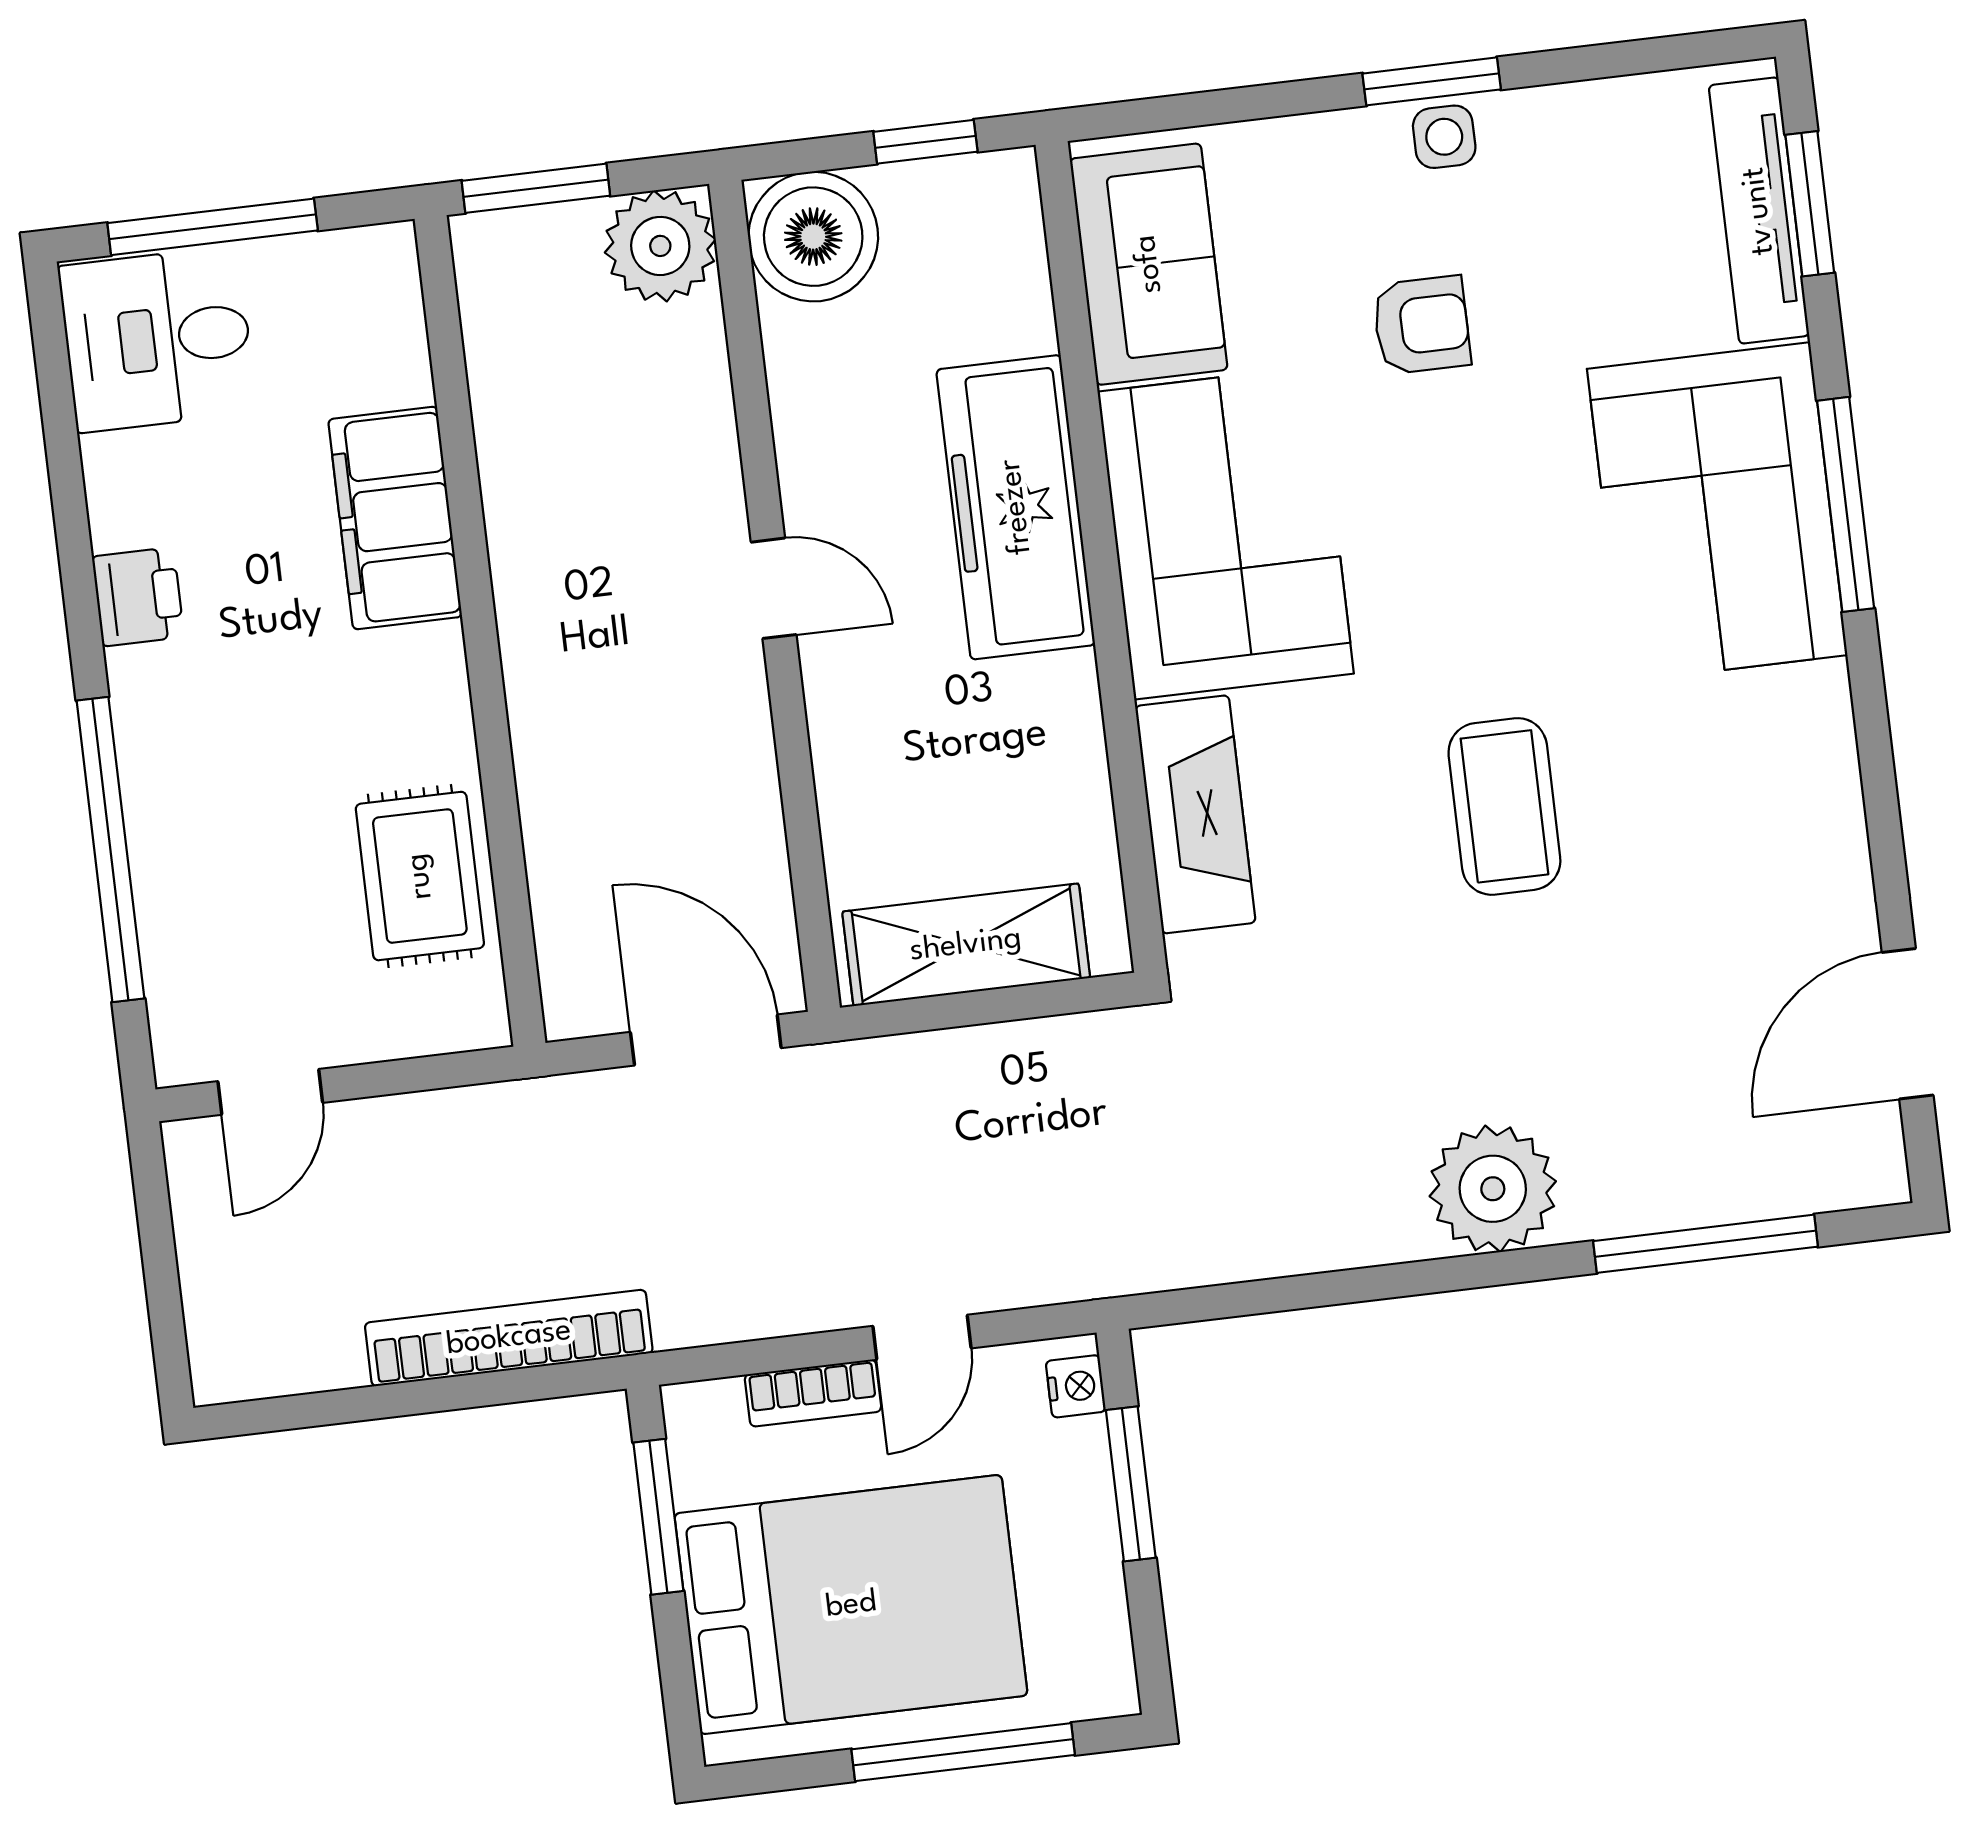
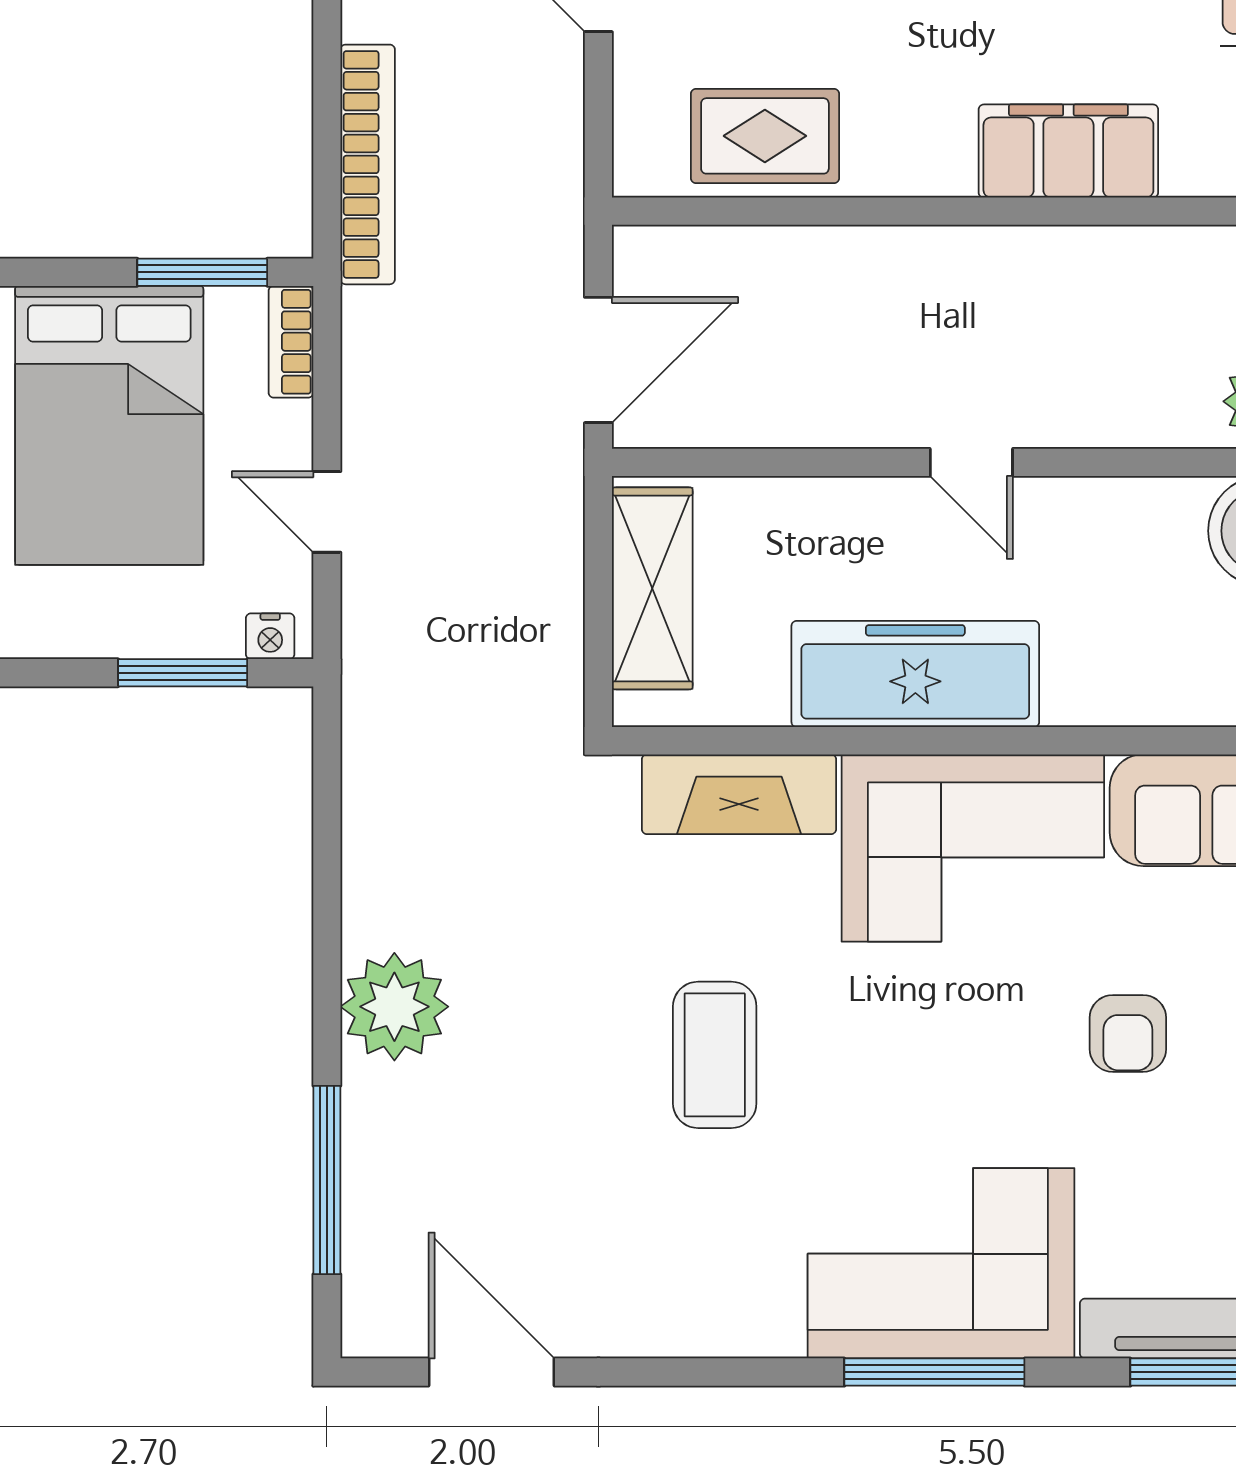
freezer: (1016, 507) -> (915, 674), moved
door: (774, 588) -> (971, 462), hinge flipped
coffee table: (1504, 806) -> (715, 1055), turned 90
bookcase: (813, 1393) -> (291, 342), moved

